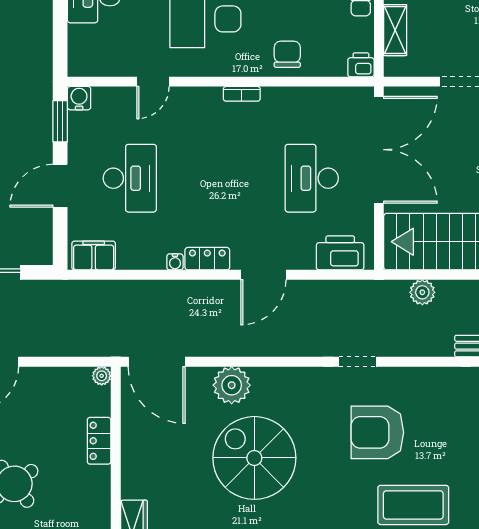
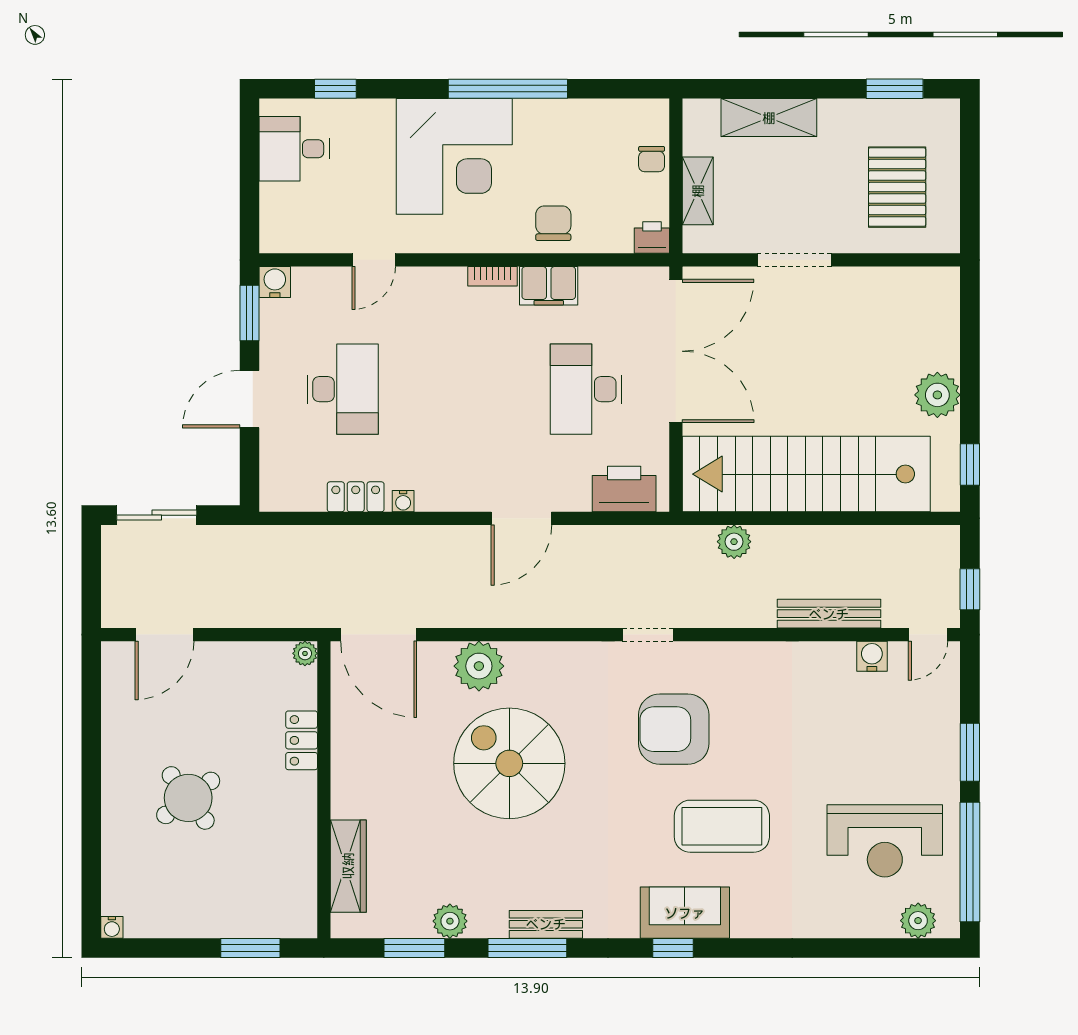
filing cabinet: (94, 256) -> (549, 286), moved, turned 180
locker: (207, 259) -> (356, 497), moved

